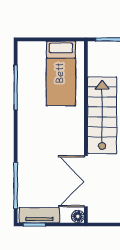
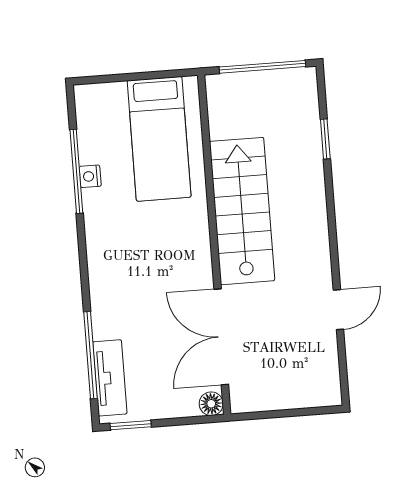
nightstand: (23, 91) -> (90, 176), added
tv unit: (39, 215) -> (110, 378), moved, turned 90

